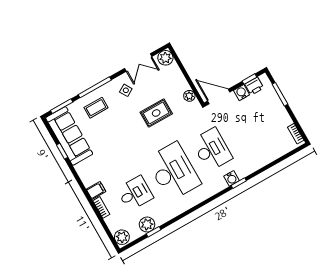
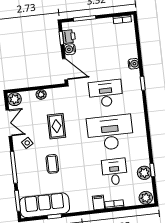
plant: (189, 96) -> (41, 94), moved
door: (219, 97) -> (65, 69), swing flipped
coffee table: (96, 108) -> (52, 164), moved
water cooler: (231, 178) -> (134, 64), moved

